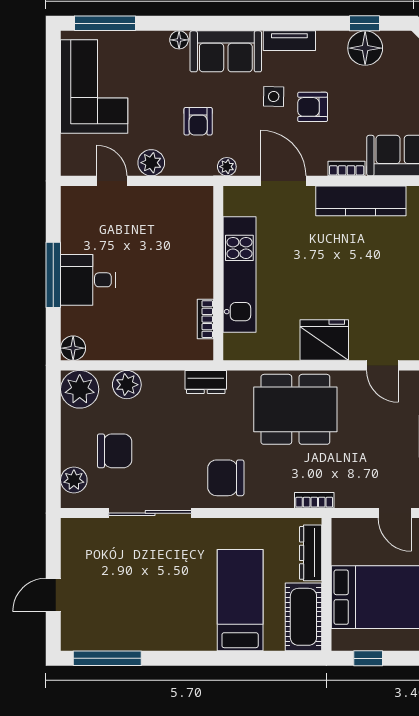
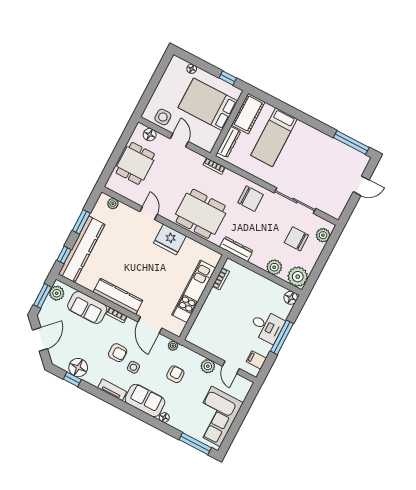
filing cabinet: (76, 215) -> (256, 360), added
dresser: (206, 382) -> (236, 249), width x1.44

